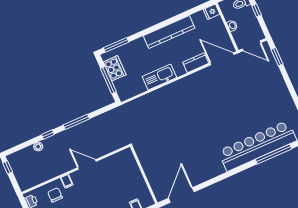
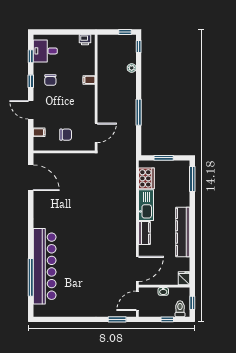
kitchen counter: (196, 63) -> (144, 233), moved
cooker: (115, 68) -> (146, 178), moved, turned -90
window: (108, 80) -> (164, 158), width x0.69
window: (48, 135) -> (139, 46), moved
door: (87, 164) -> (96, 133), moved
chair: (55, 195) -> (66, 135), moved

